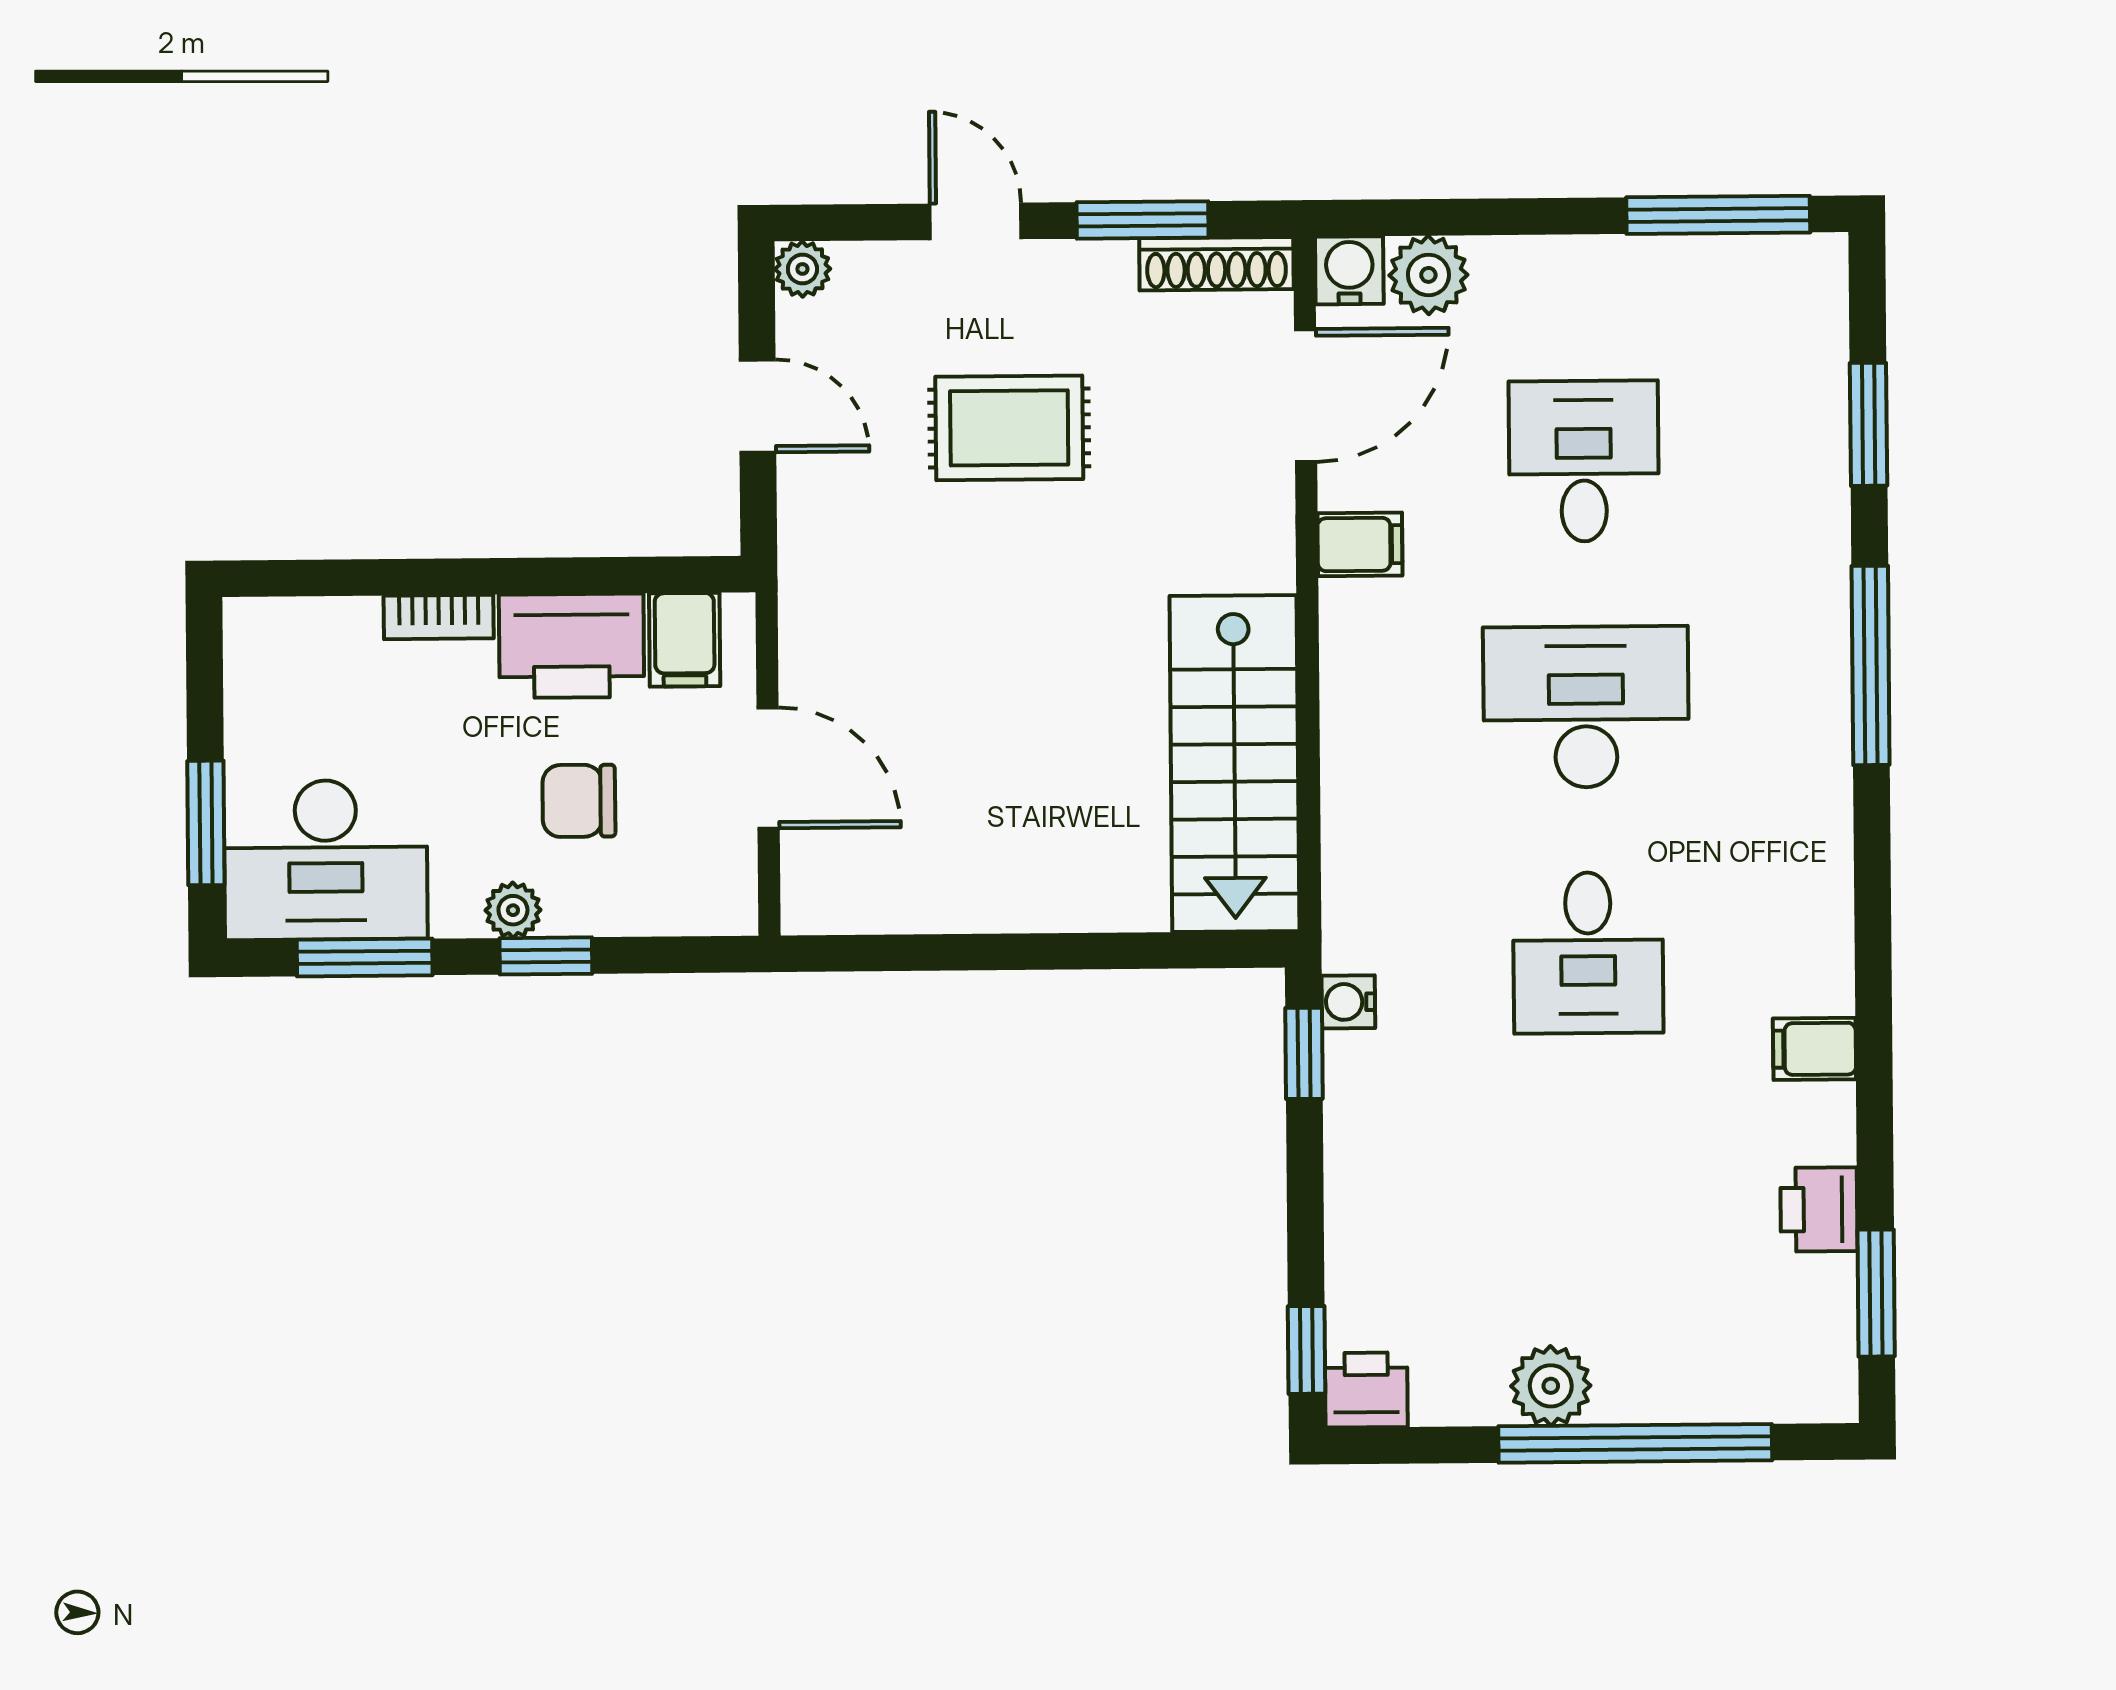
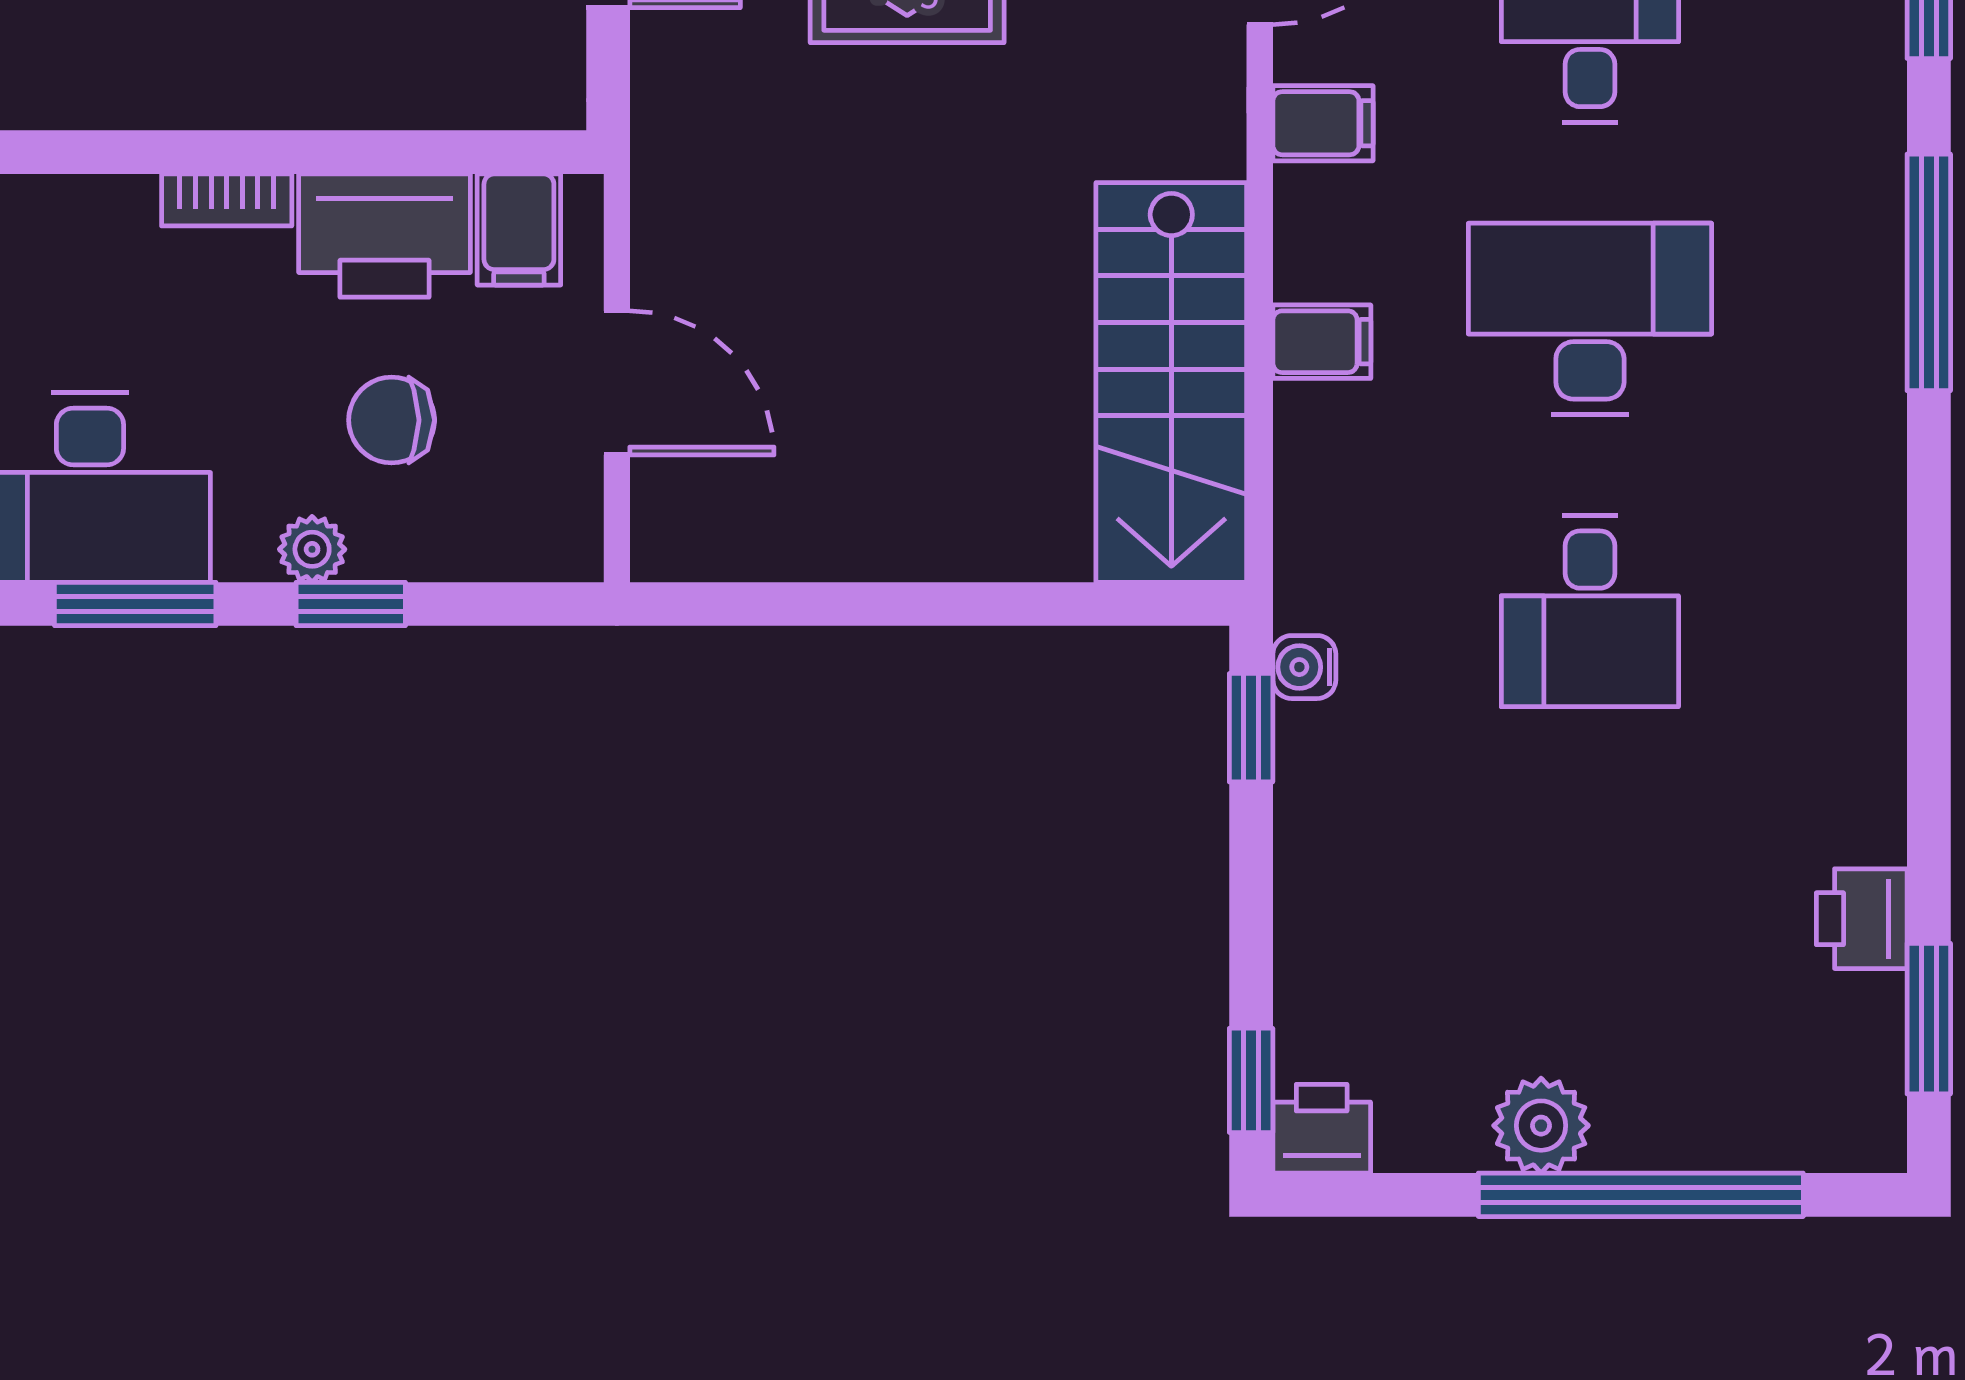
filing cabinet: (1814, 1049) -> (1322, 342), moved, turned 180

